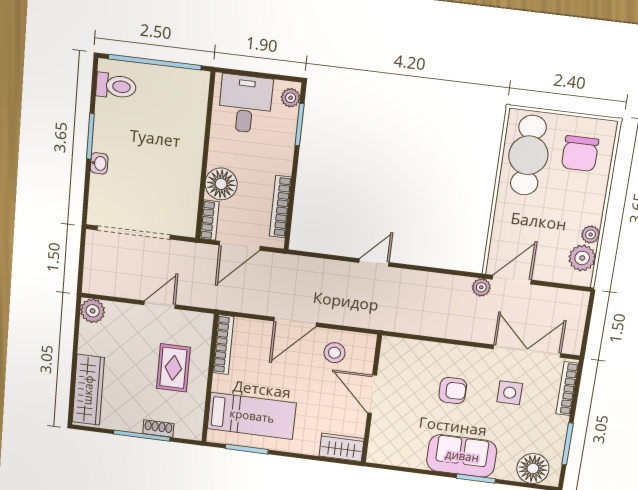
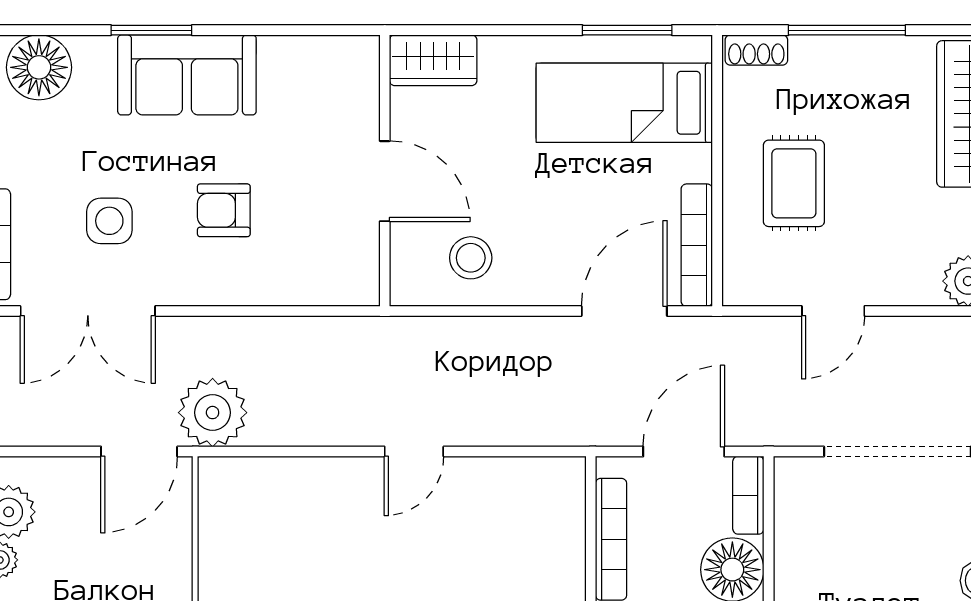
plant: (481, 287) -> (213, 413), width x1.88, depth x1.88
door: (295, 322) -> (624, 311), moved
shoe rack: (158, 429) -> (756, 50), moved

